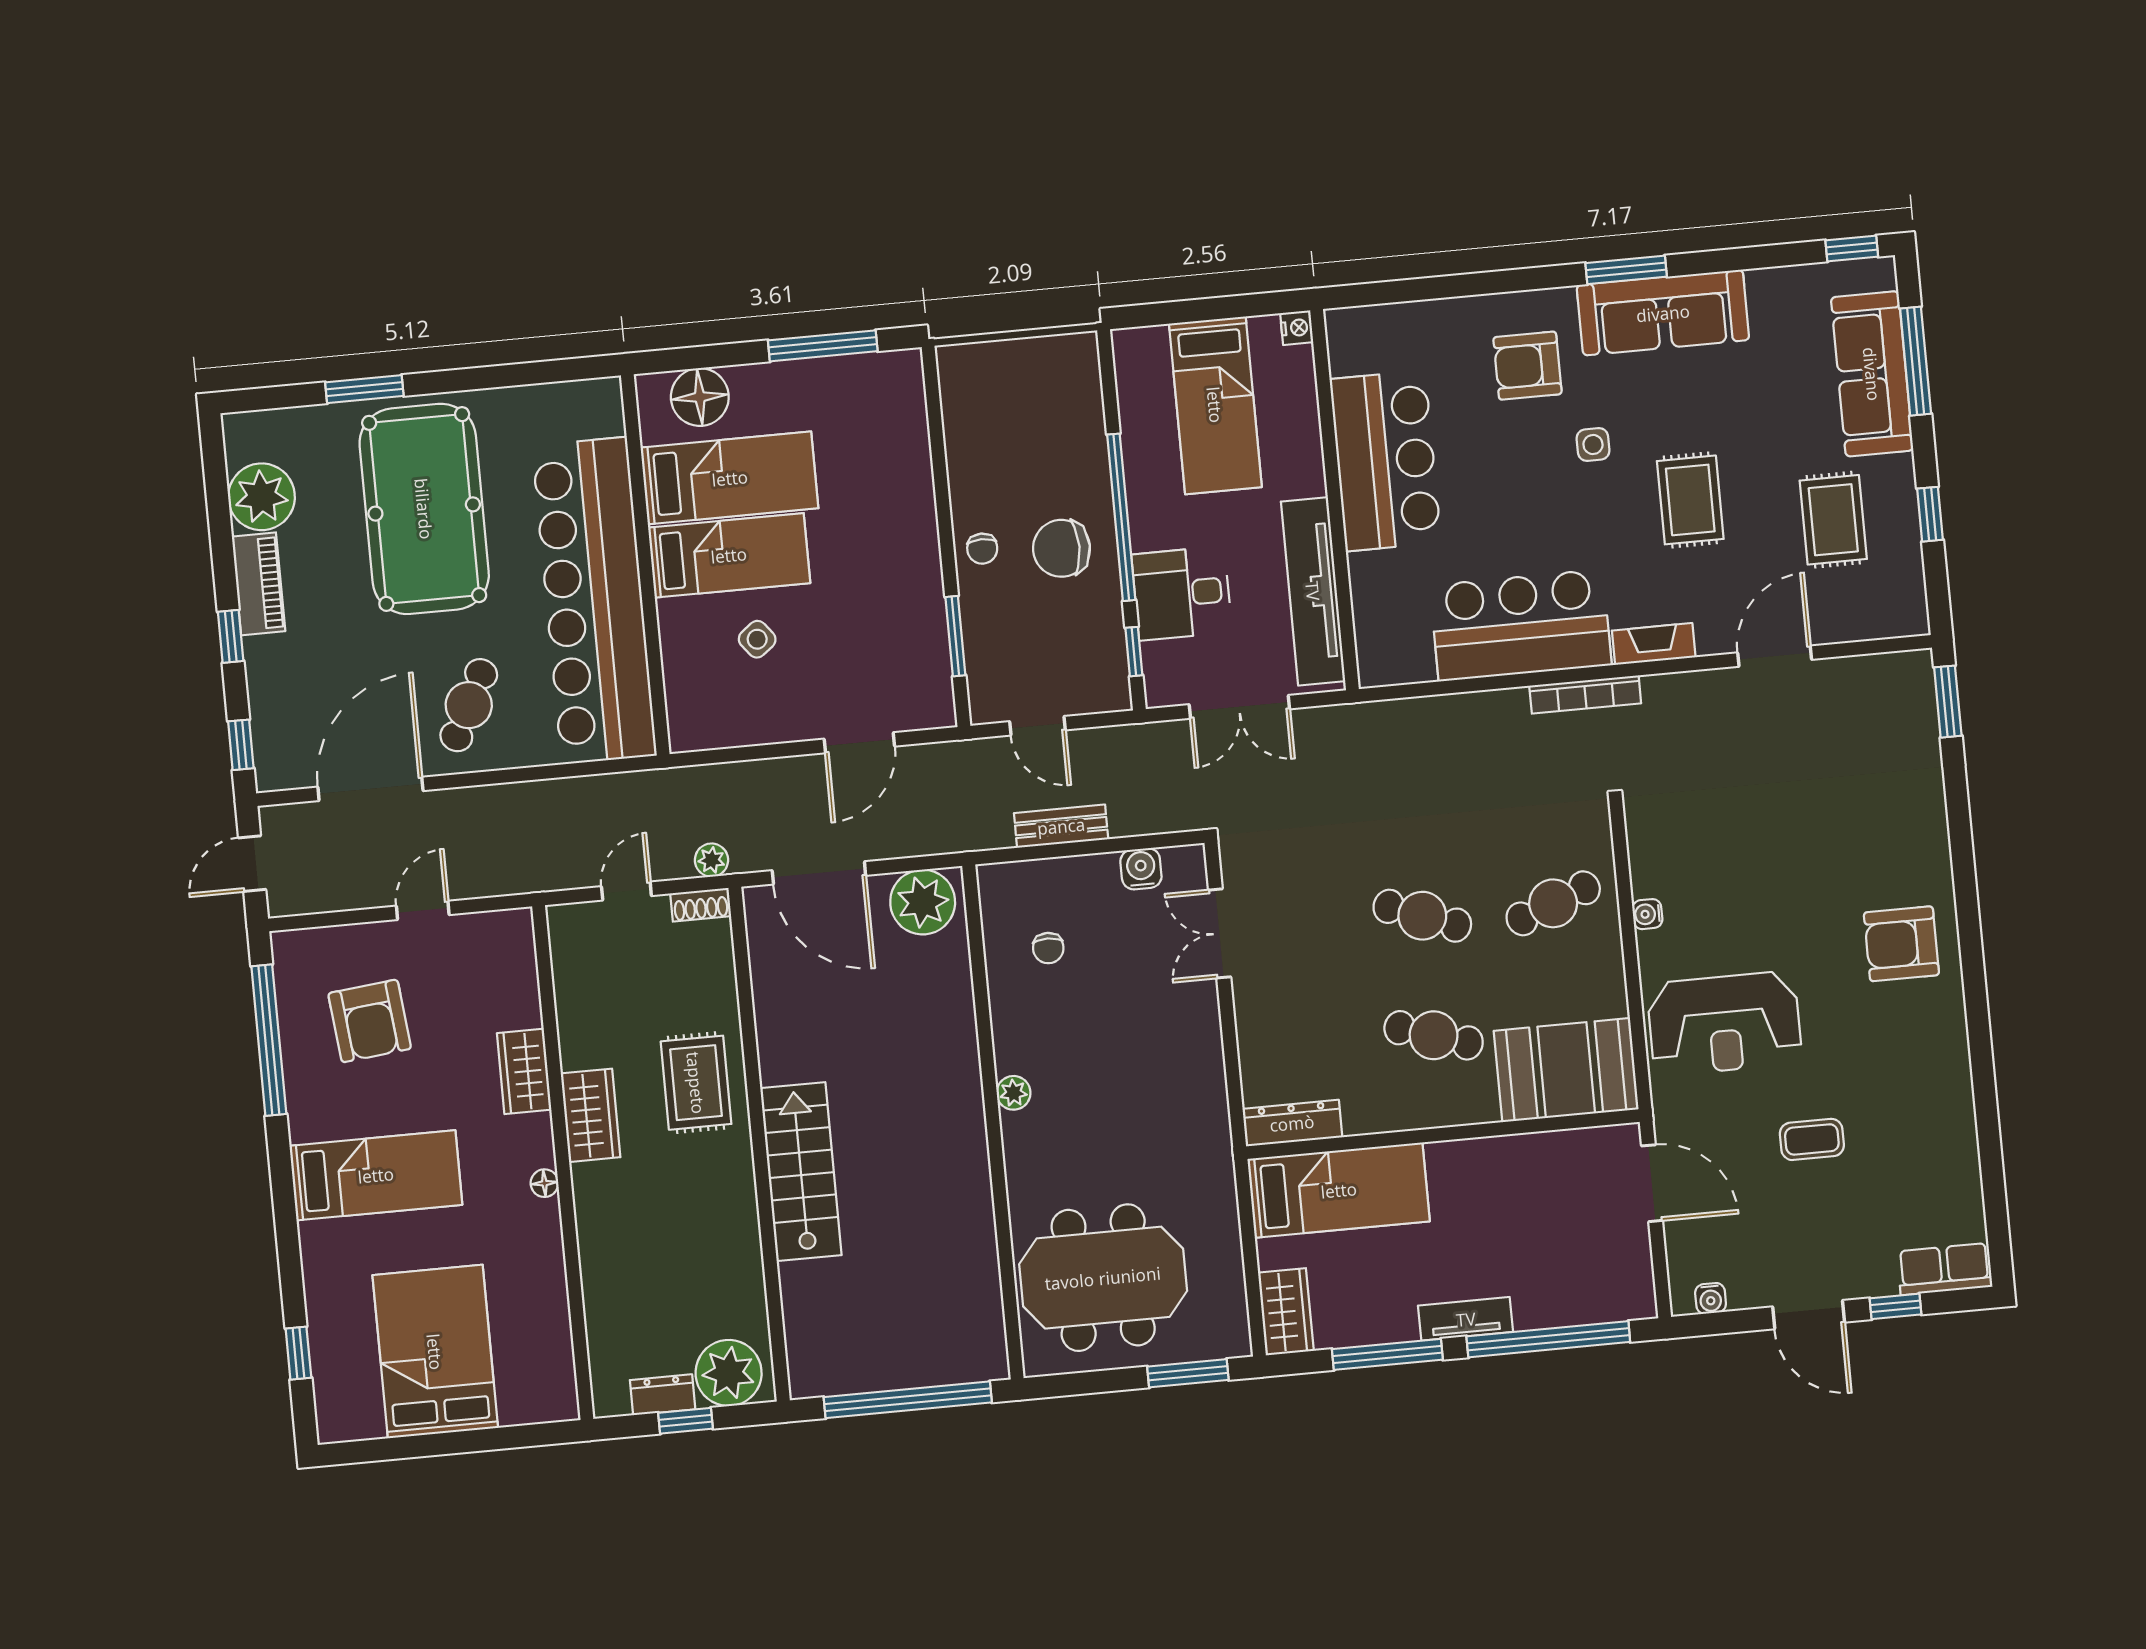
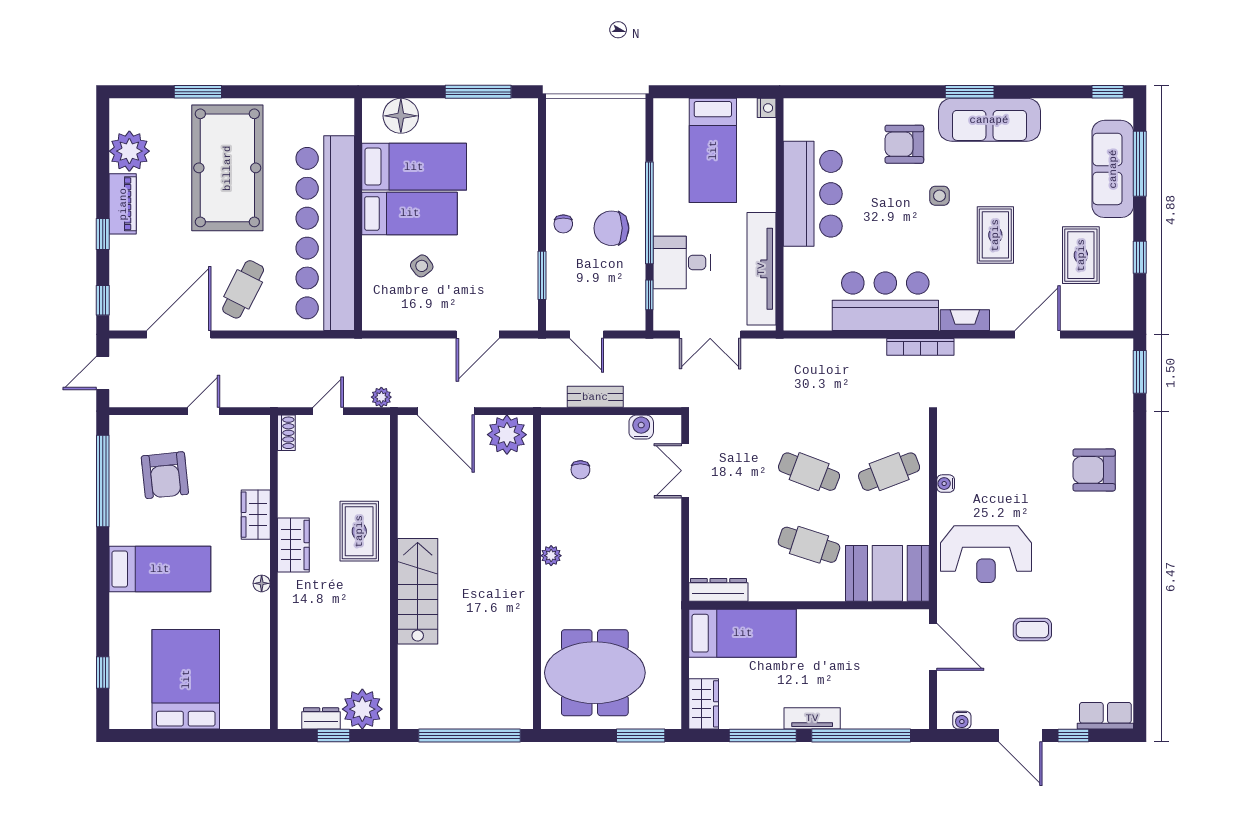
shoe rack: (701, 905) -> (286, 433), moved, turned -90
armchair: (1901, 944) -> (1094, 470), moved

